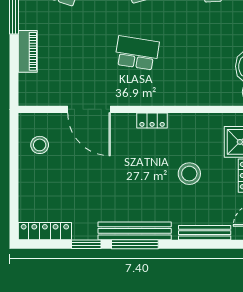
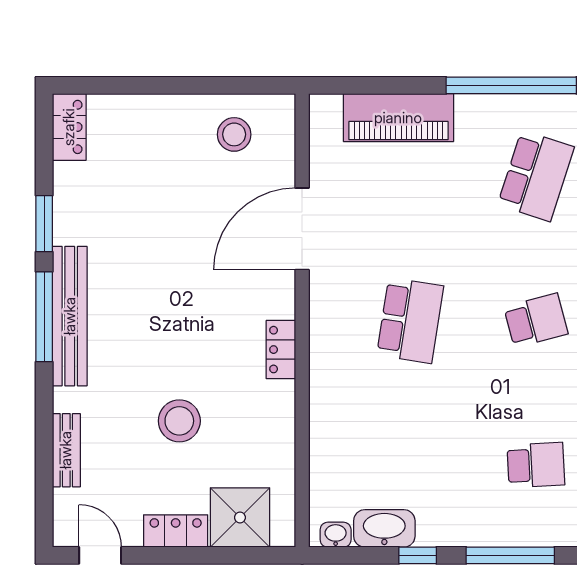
piano: (28, 51) -> (398, 118), width x1.37, depth x1.33
locker: (45, 231) -> (69, 127), width x0.66
bench: (205, 233) -> (66, 450), width x0.73

